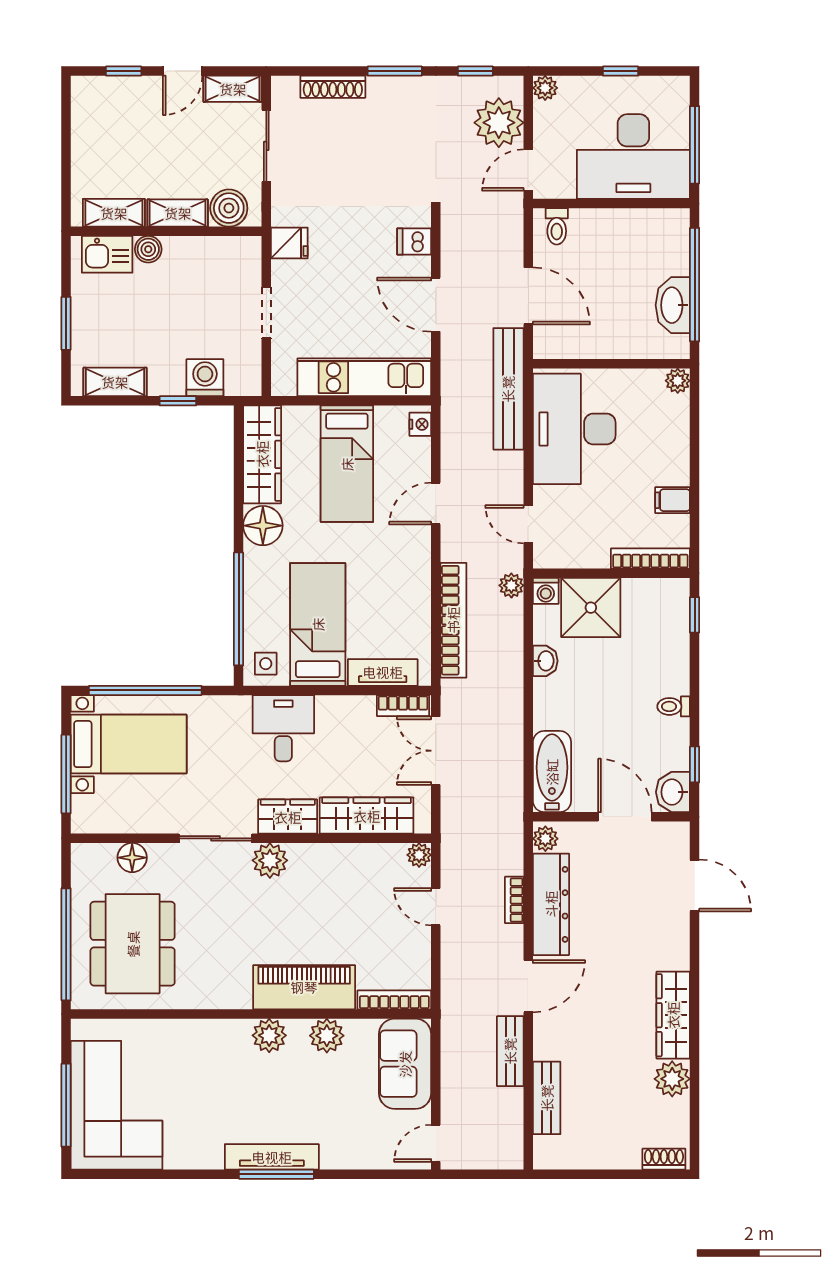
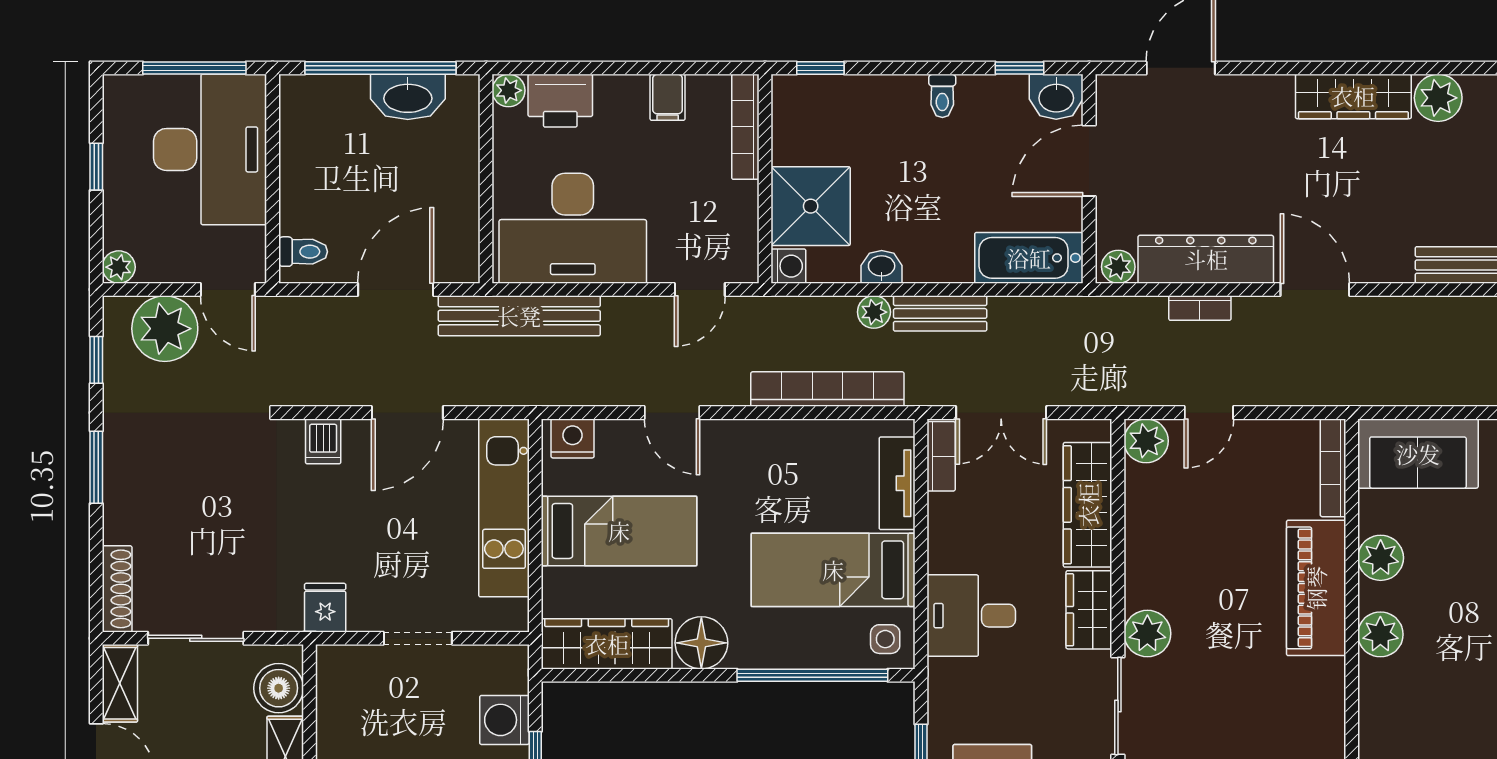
shoe rack: (333, 87) -> (117, 589), moved
printer: (670, 420) -> (560, 101), added
nightstand: (420, 424) -> (573, 438), width x1.39, depth x1.35
plant: (511, 585) -> (874, 312), moved
plant: (419, 855) -> (1146, 441), width x1.38, depth x1.38
bench: (510, 1051) -> (940, 313), moved

